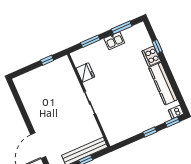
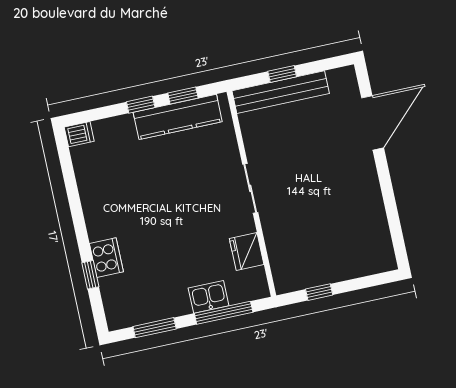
window: (90, 41) -> (224, 313), width x1.44
kitchen sink: (114, 41) -> (209, 297), moved
kitchen counter: (163, 84) -> (178, 117), moved, turned 90
window: (172, 122) -> (183, 95), moved

